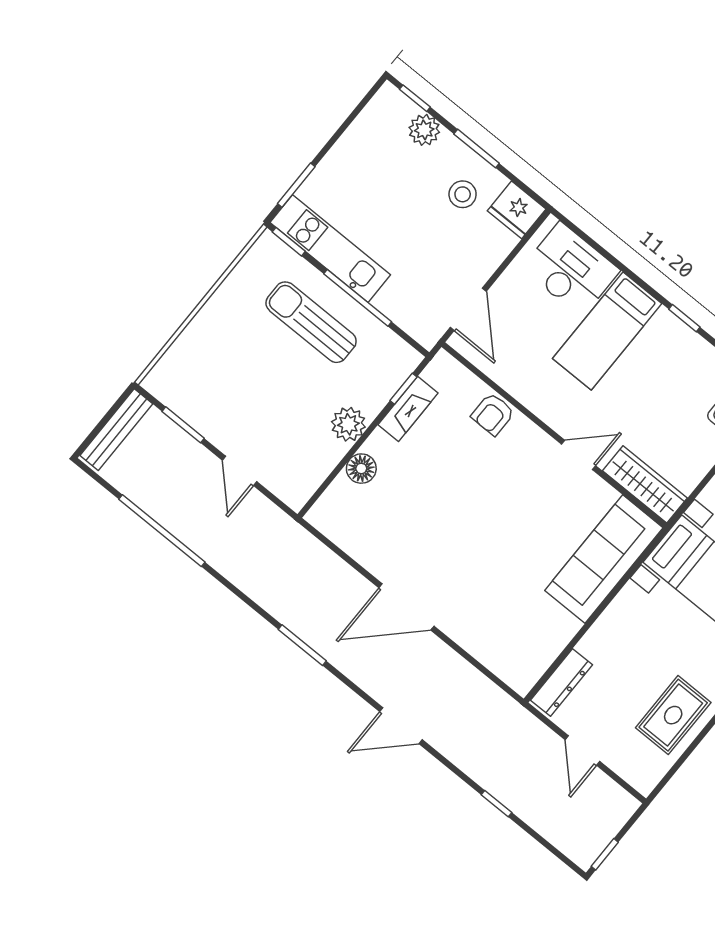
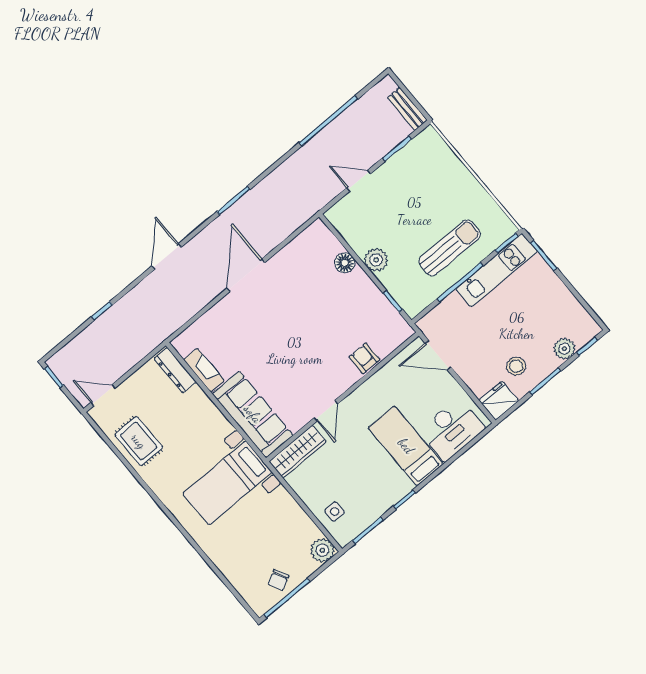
fireplace: (408, 409) -> (204, 370), moved, turned 180
bench: (116, 430) -> (407, 109), width x0.73
door: (582, 751) -> (103, 395), moved

